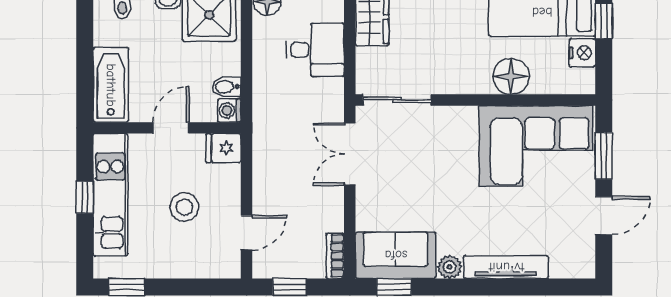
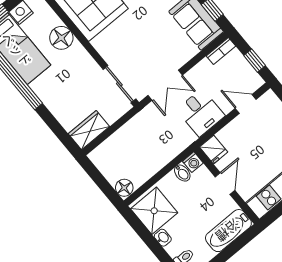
desk: (315, 50) -> (201, 113), moved, turned 180
door: (171, 128) -> (225, 184), swing flipped
stool: (184, 207) -> (258, 145), removed

